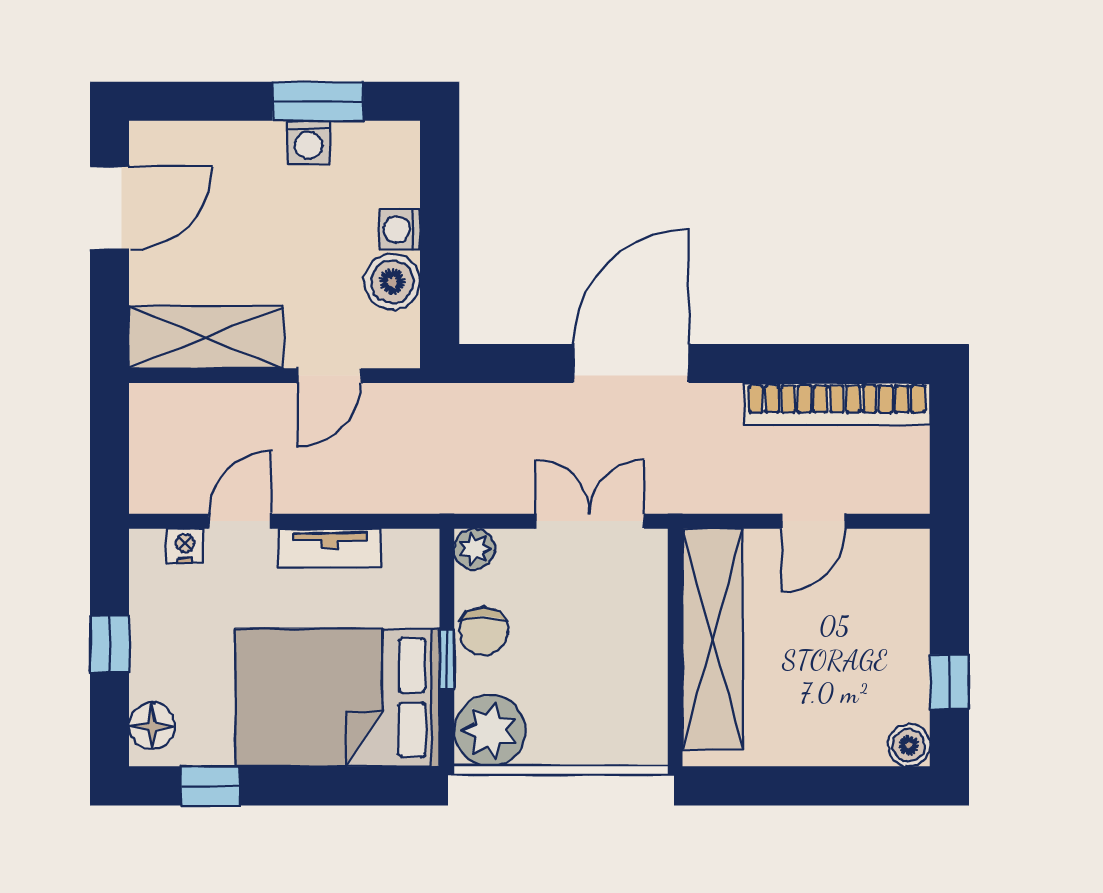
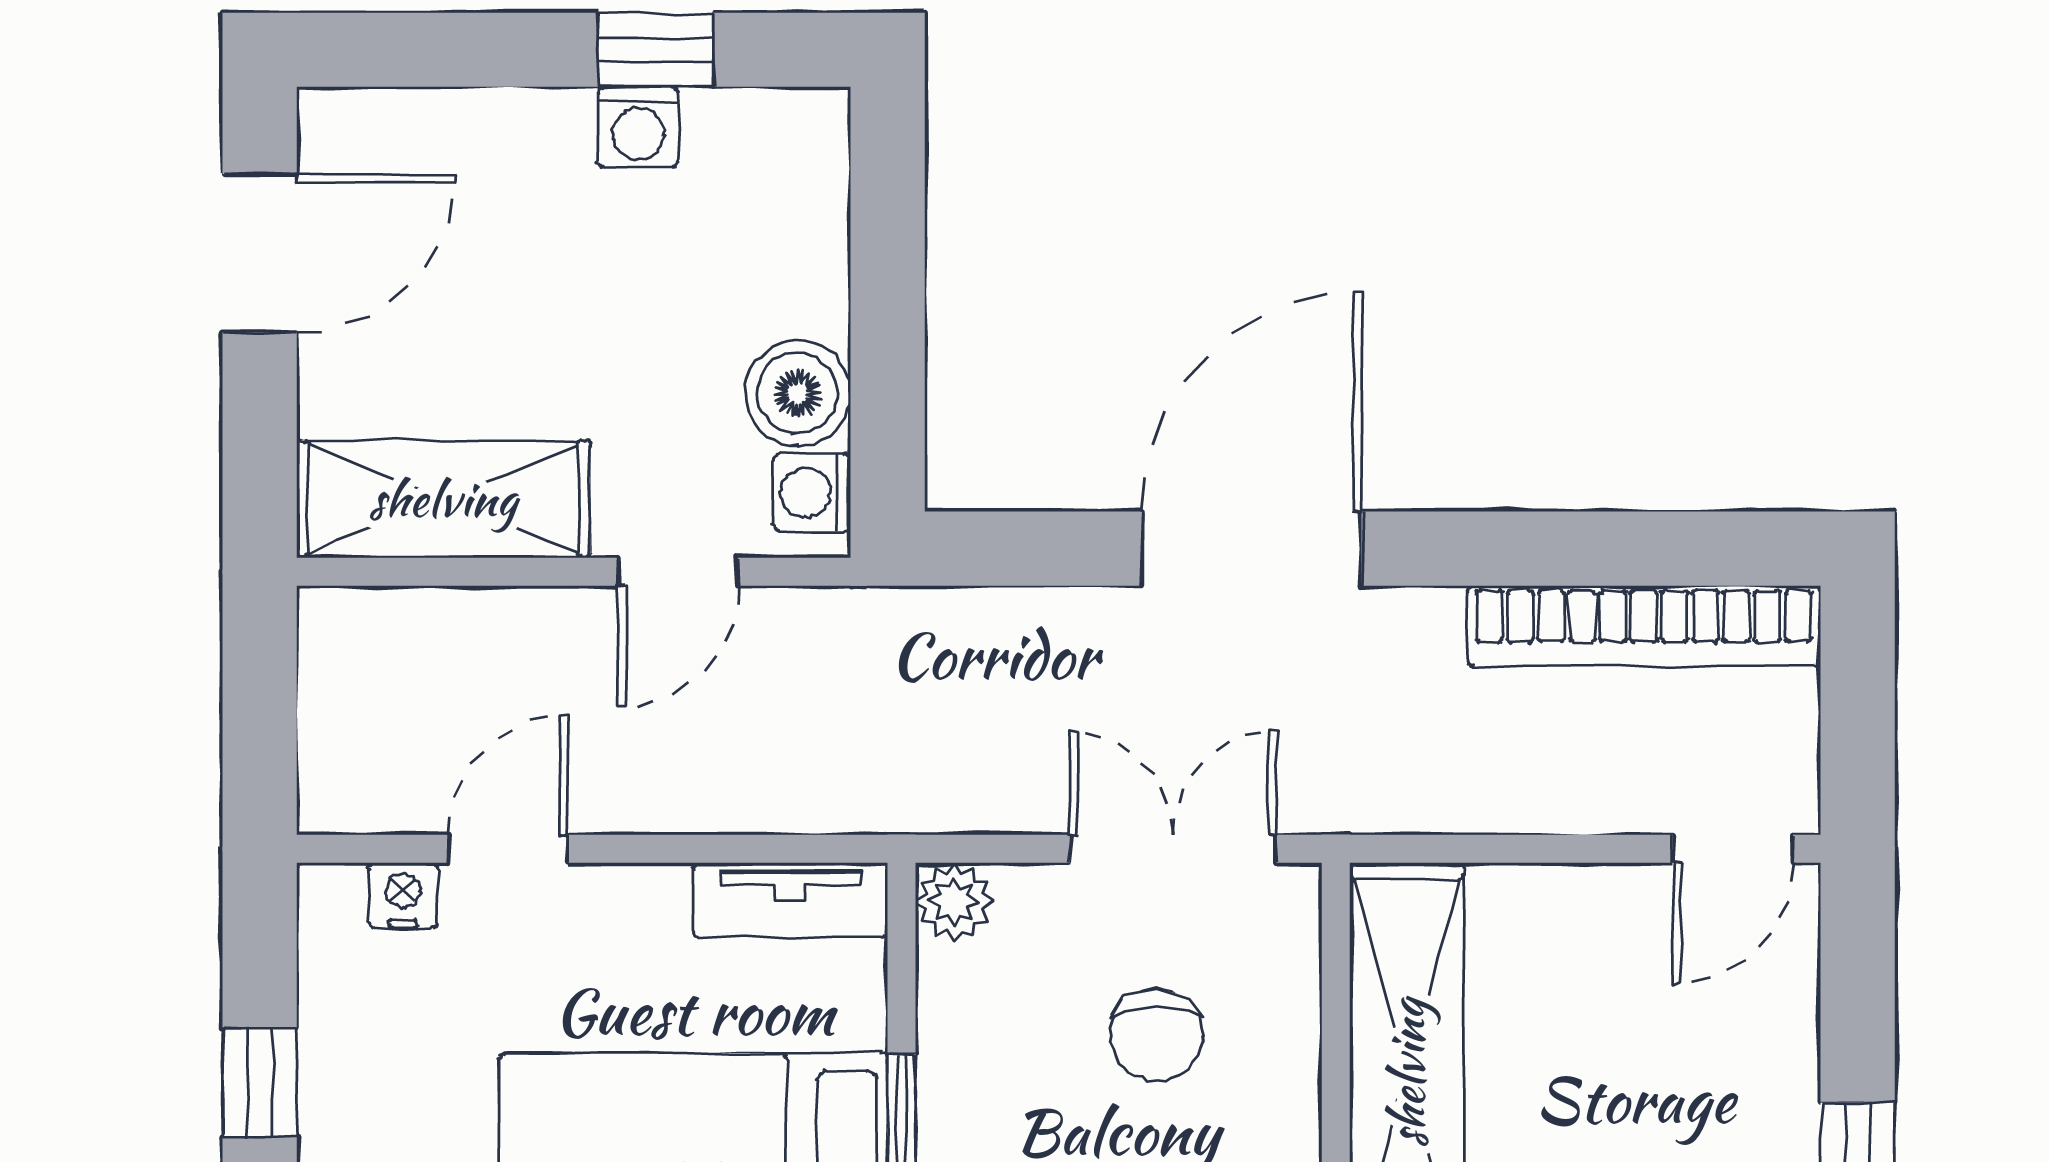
window: (318, 101) -> (656, 50), width x0.67
washing machine: (400, 230) -> (812, 493), moved
door: (814, 521) -> (1733, 849), moved
tv unit: (330, 548) -> (790, 900), moved
chair: (484, 631) -> (1157, 1035), moved

